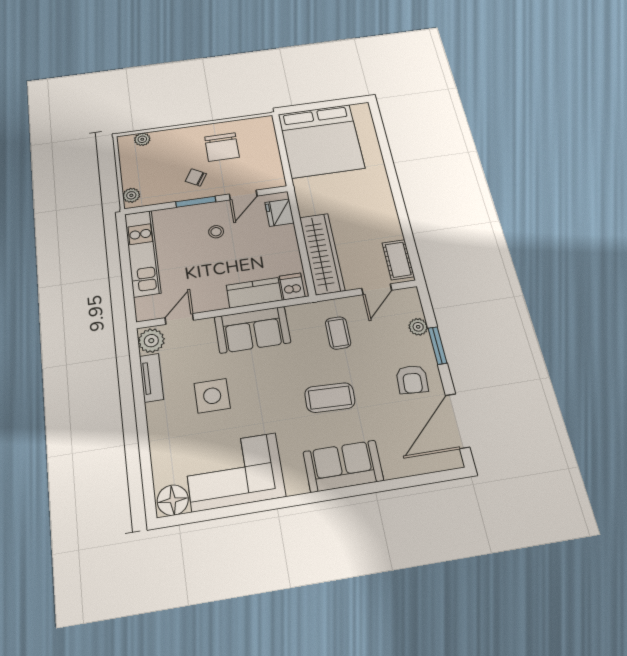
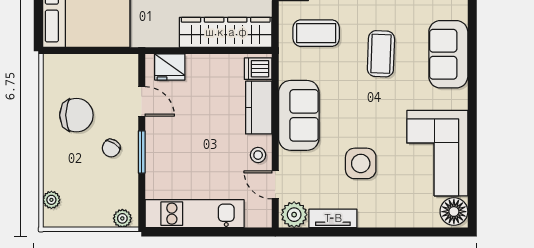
stool: (216, 232) -> (258, 155), moved
coffee table: (338, 333) -> (316, 33), width x1.36, depth x1.30

